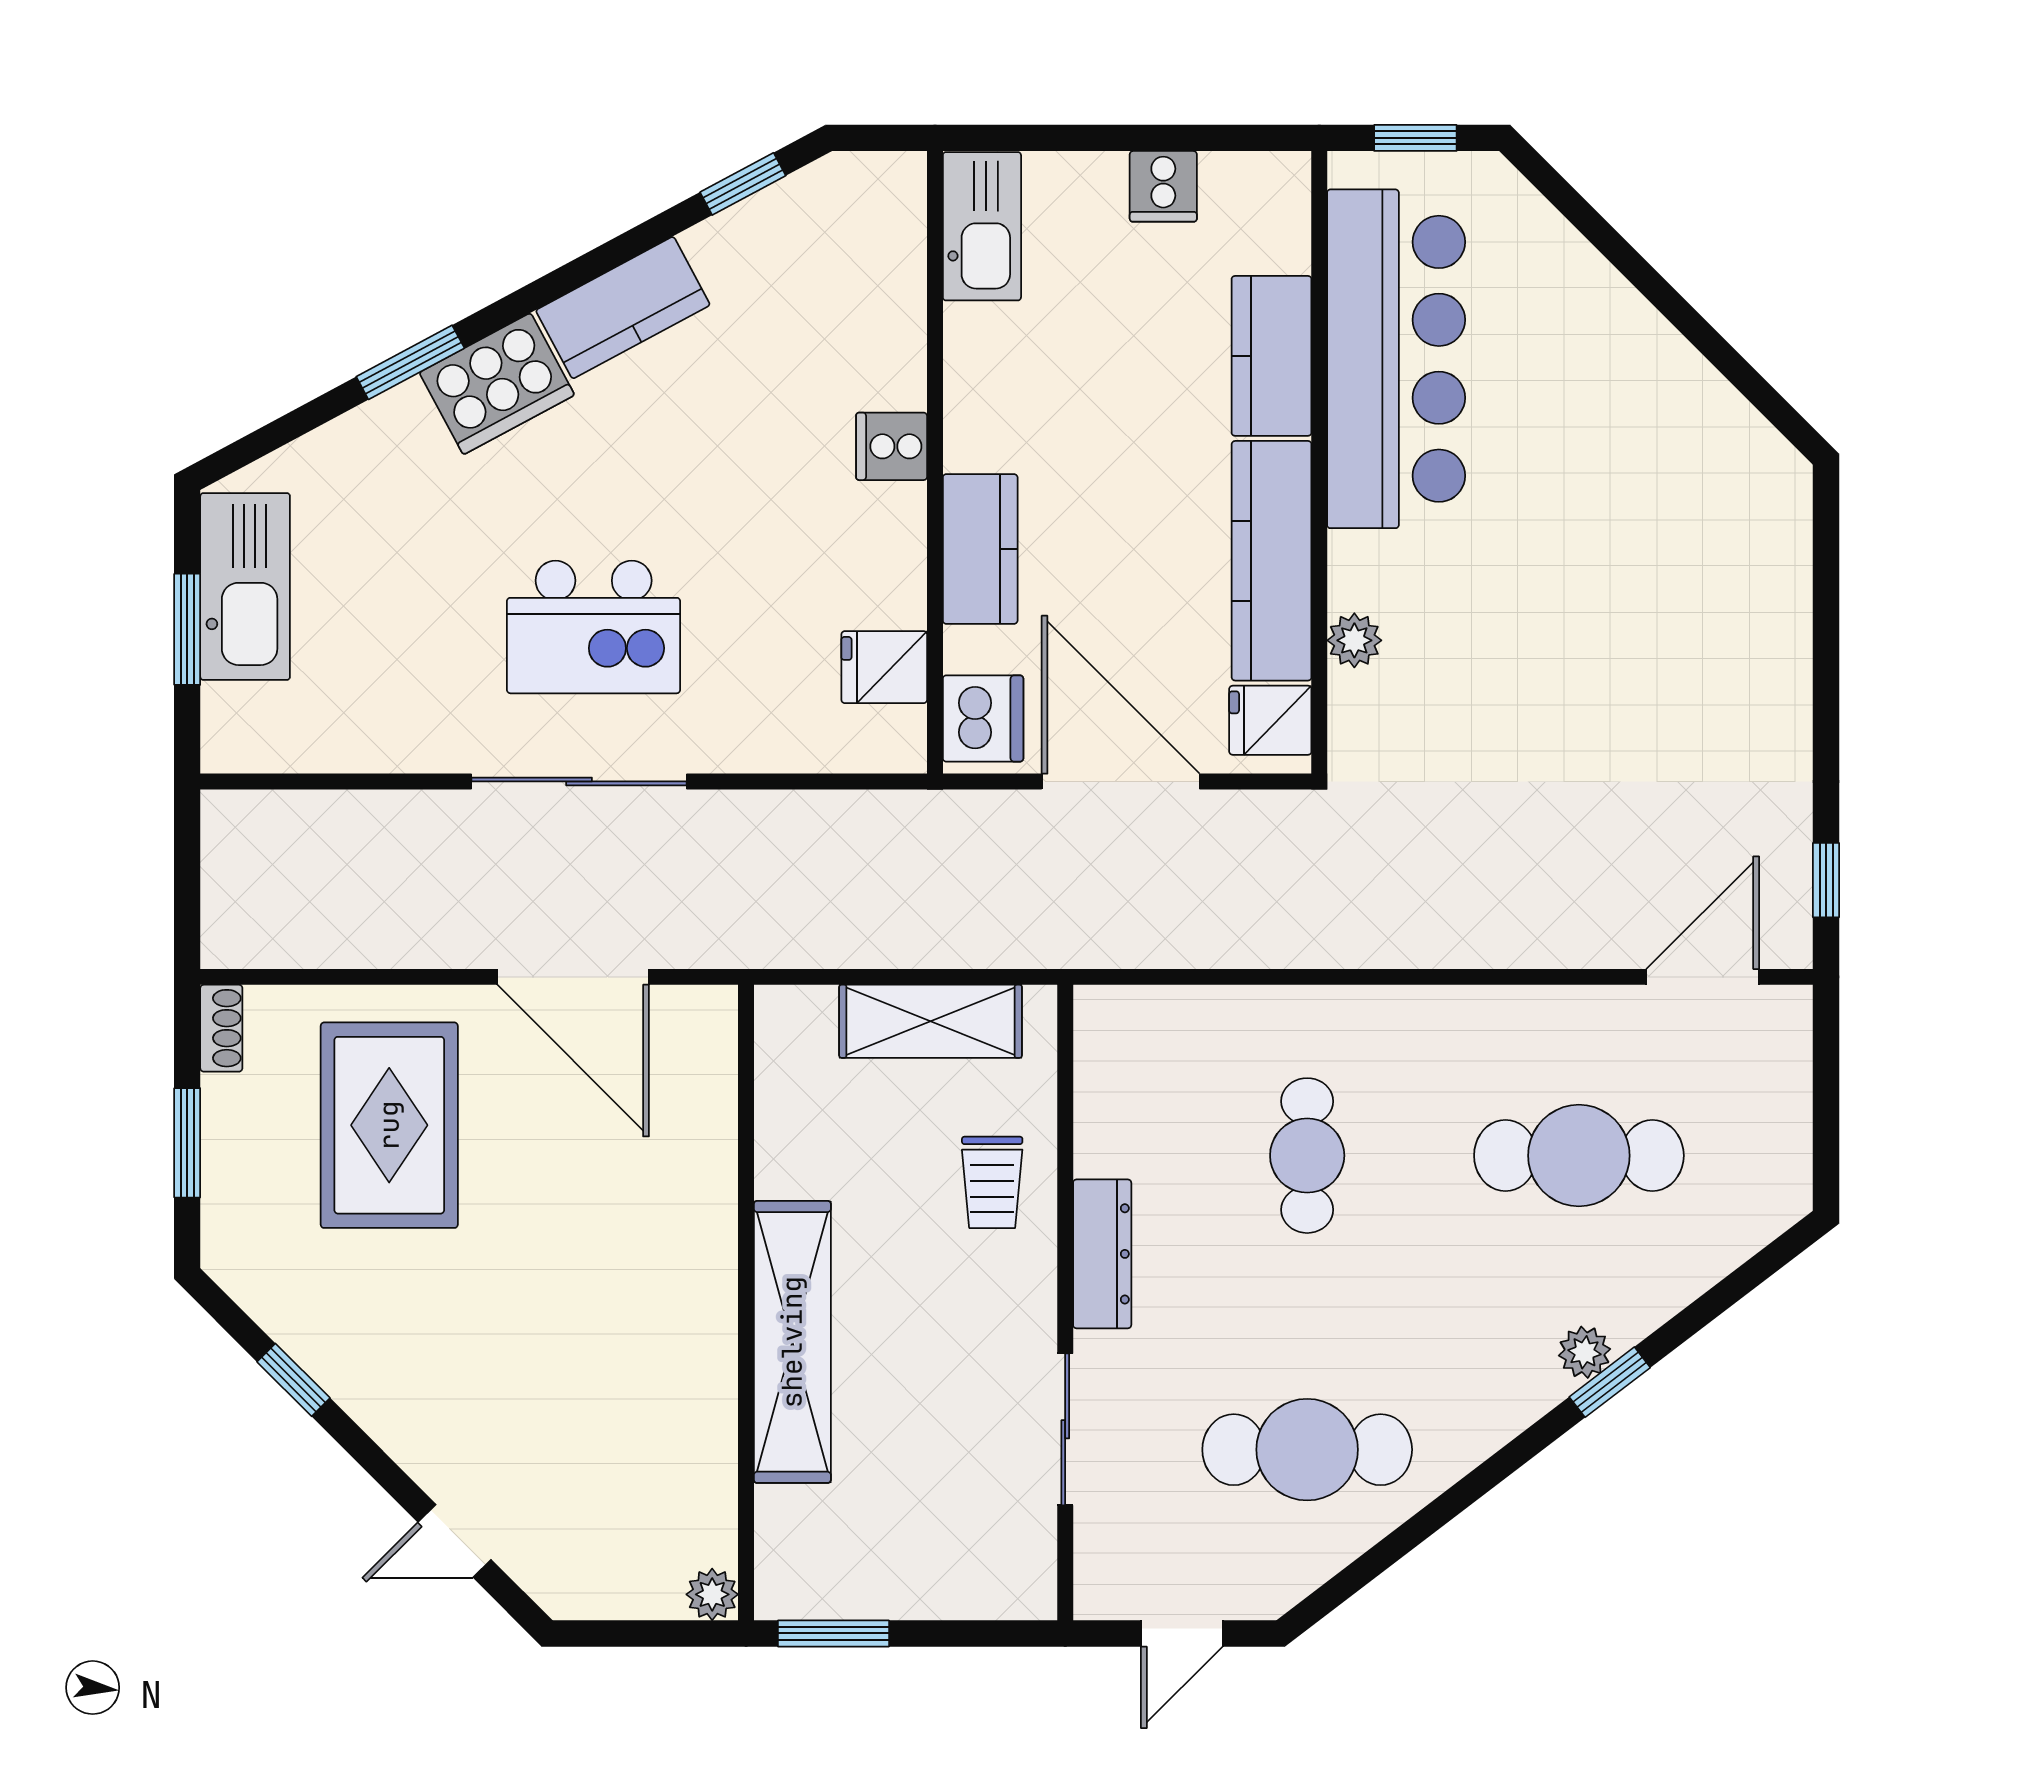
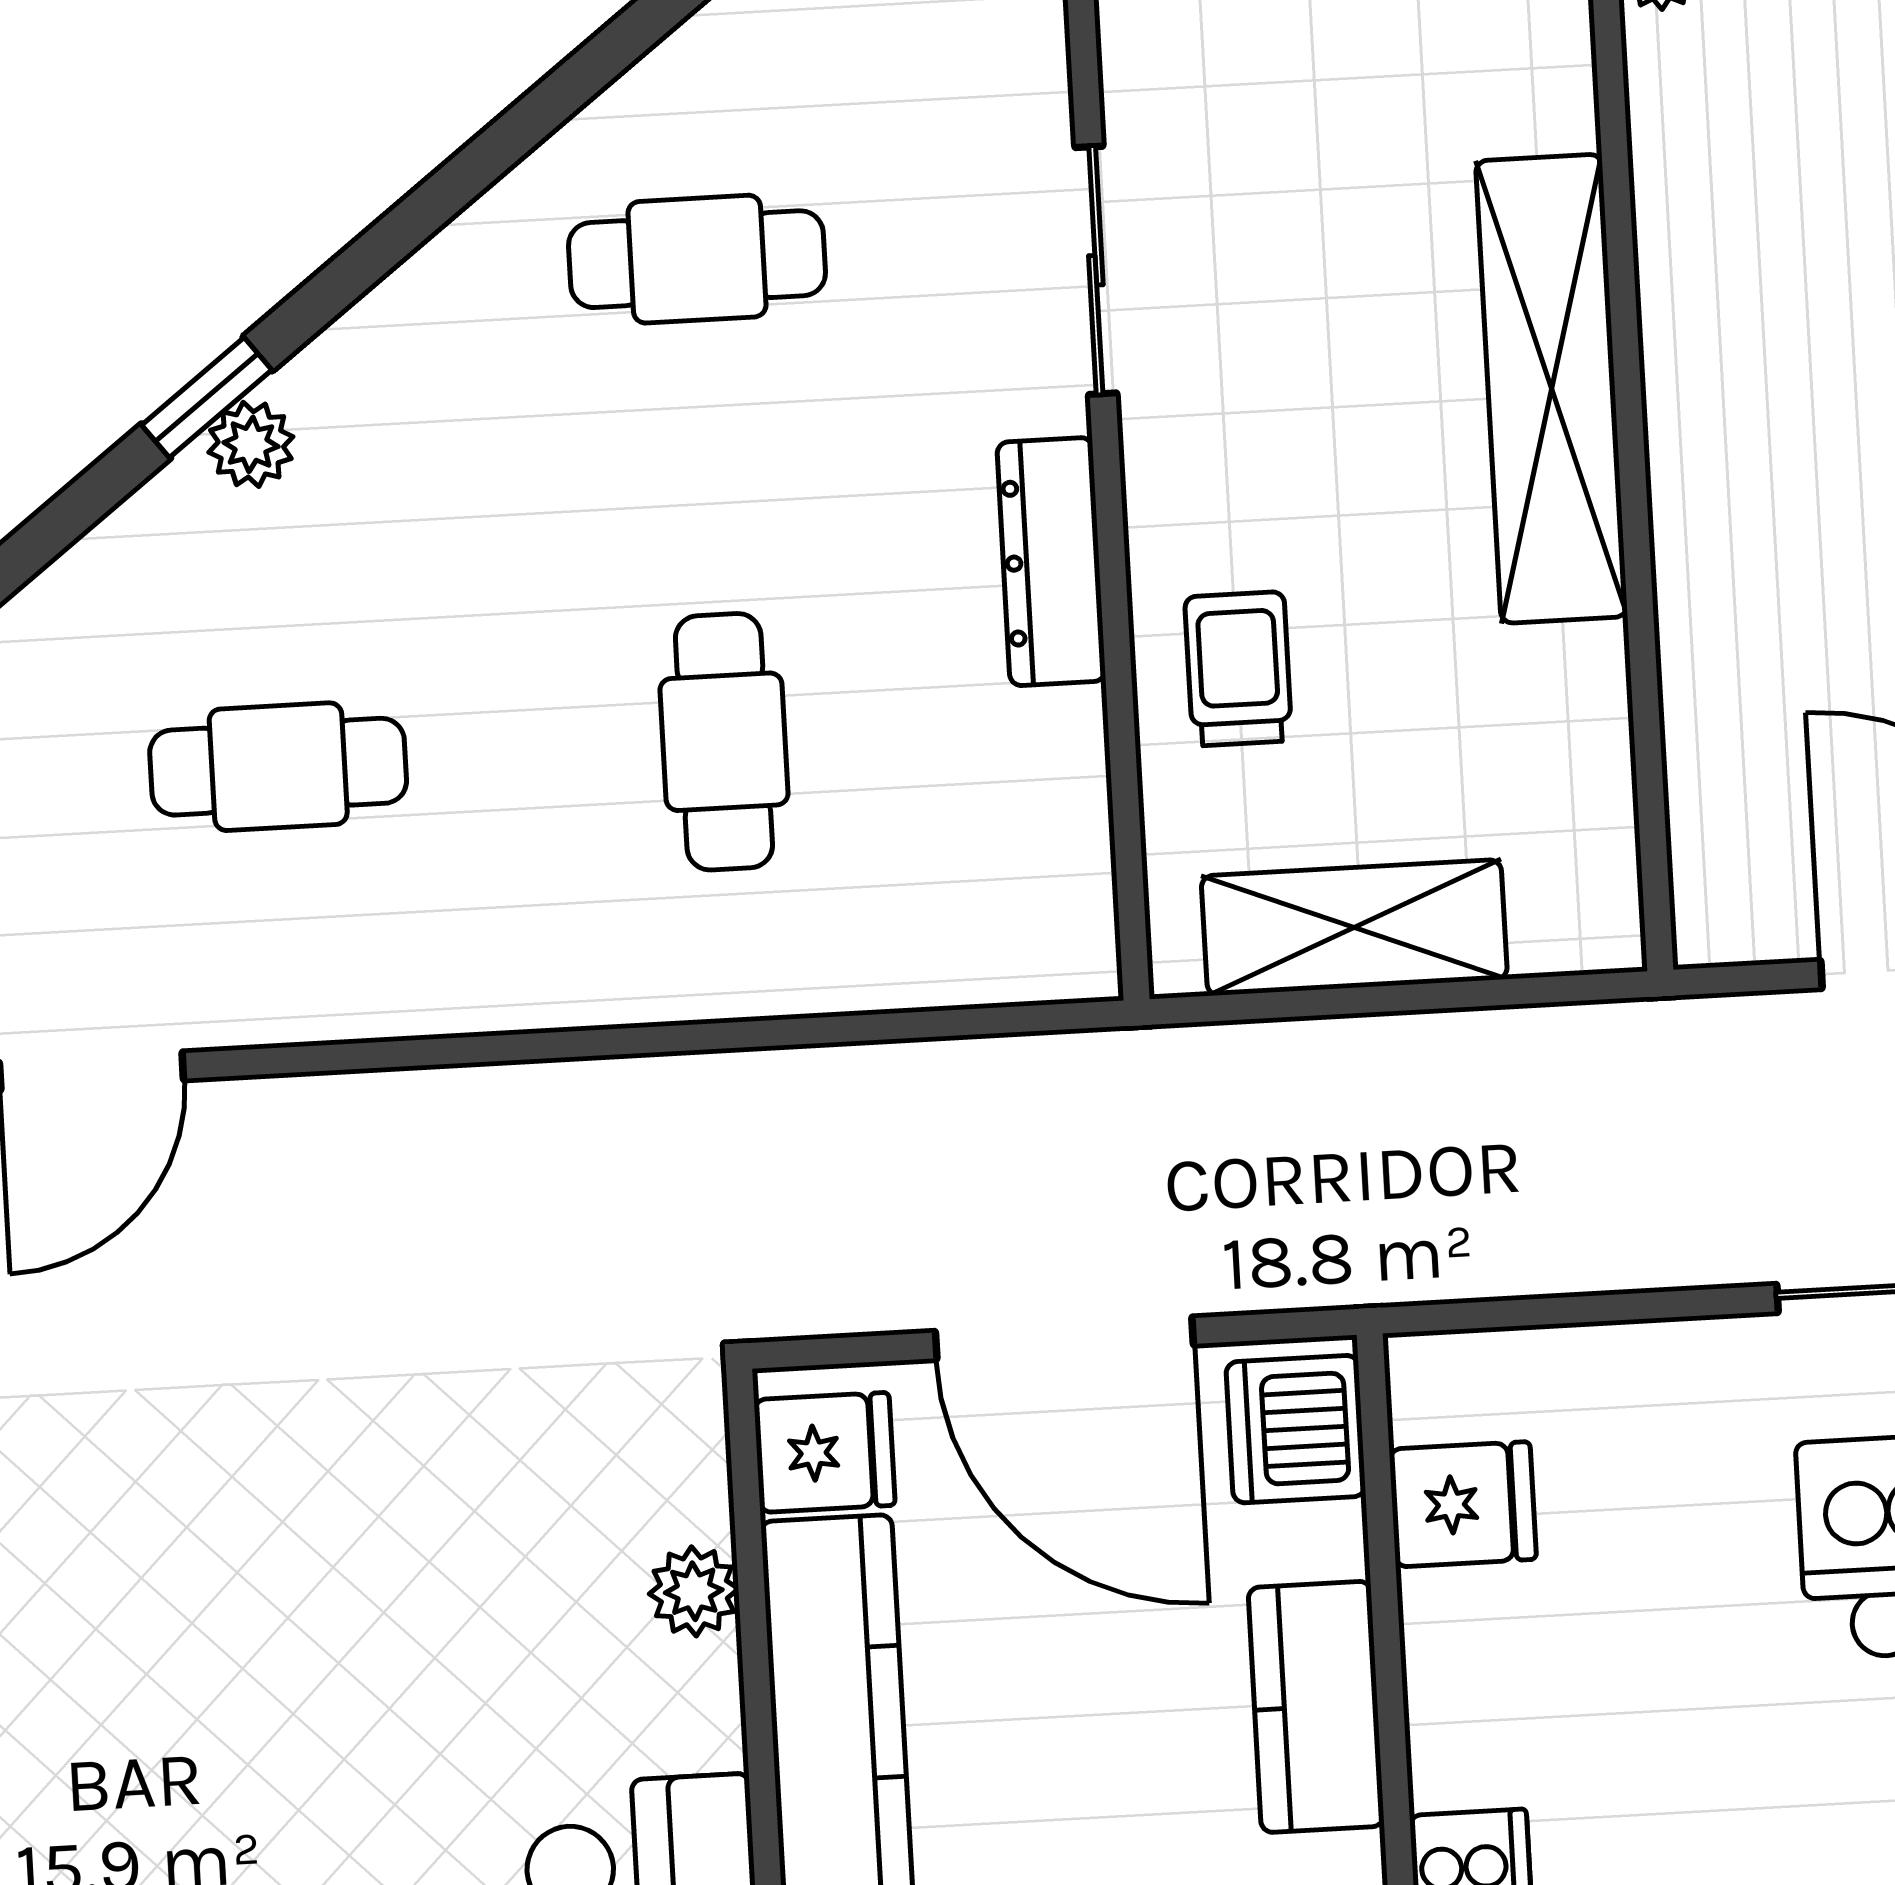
cafe table: (1579, 1156) -> (278, 767), width x0.73, depth x0.74
cafe table: (1307, 1450) -> (697, 259), width x0.73, depth x0.74

